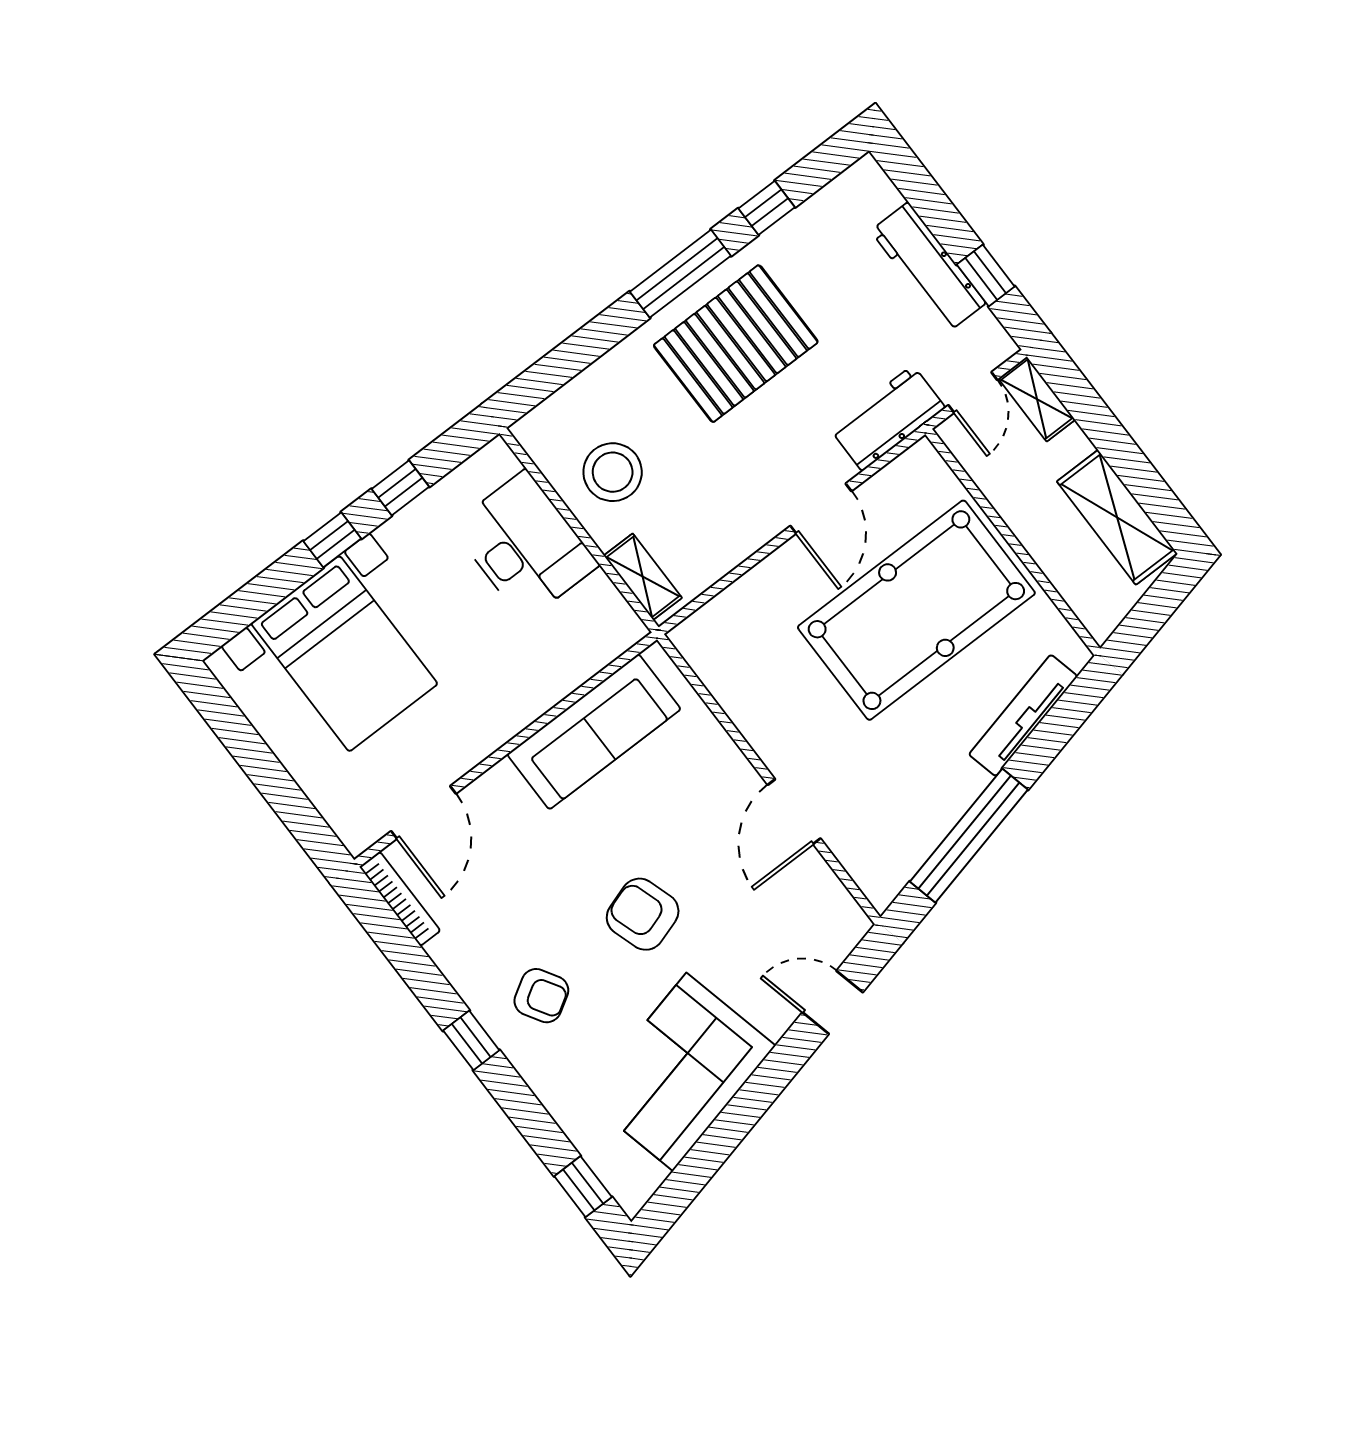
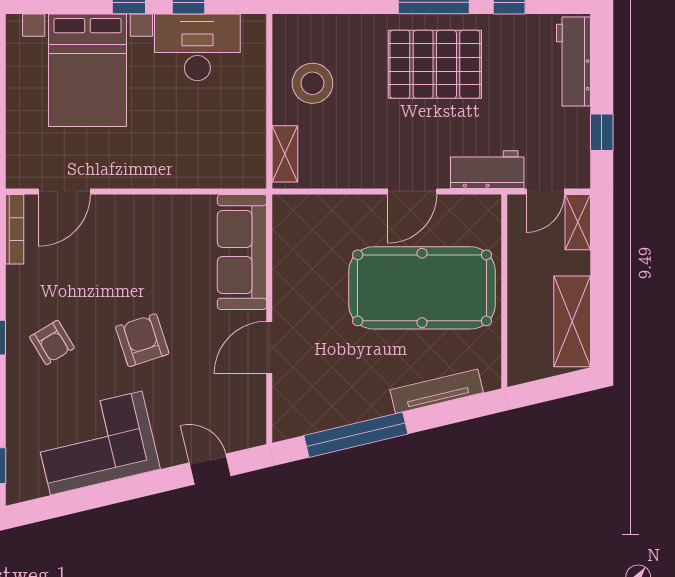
workbench: (928, 267) -> (573, 62), moved
desk: (525, 546) -> (197, 47), moved, turned -90
sofa: (594, 732) -> (242, 252), moved, turned 90

